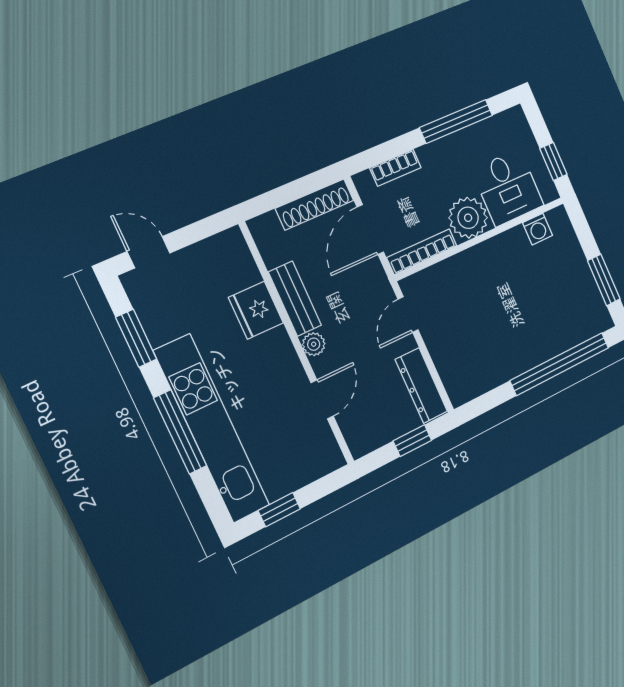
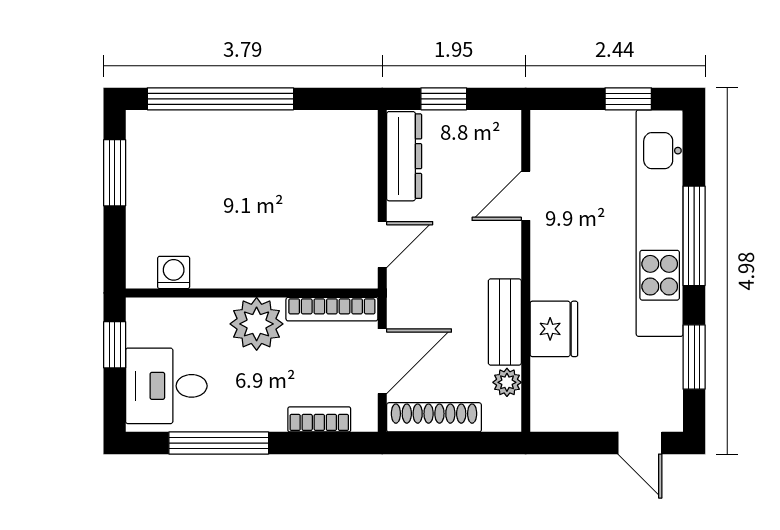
desk: (508, 188) -> (166, 386), moved, turned -90
plant: (314, 344) -> (507, 382), moved

